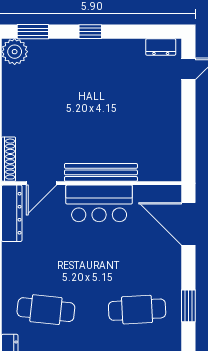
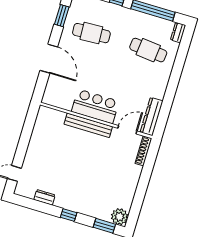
dresser: (161, 47) -> (44, 197), moved
door: (188, 224) -> (49, 59), moved
window: (188, 306) -> (62, 16), moved

